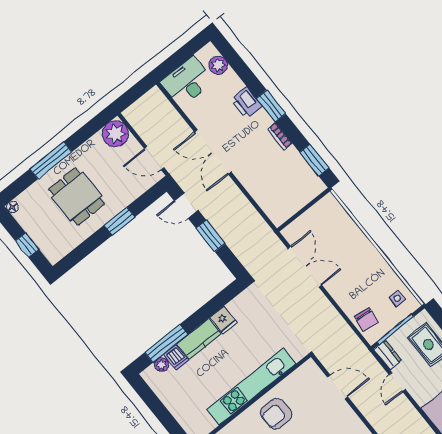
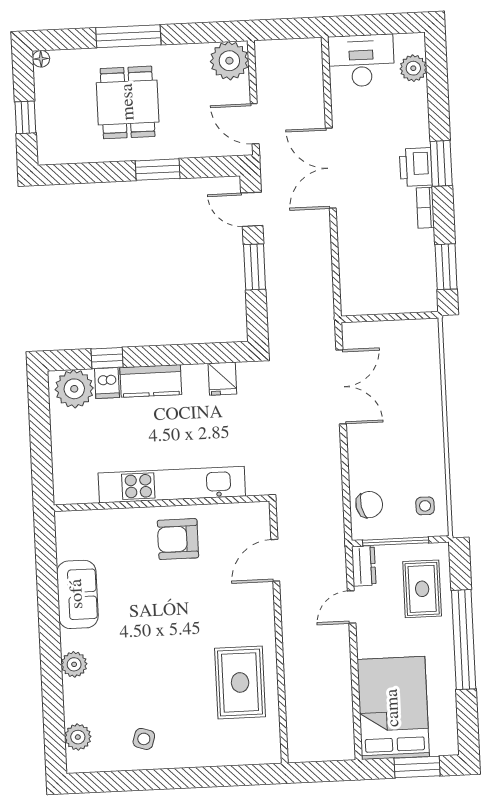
printer: (246, 103) -> (416, 167), moved
fridge: (223, 320) -> (222, 379), moved
chair: (366, 320) -> (369, 505), turned -109
window: (166, 343) -> (107, 358), width x0.46
plant: (162, 365) -> (74, 389), width x1.87, depth x1.87
door: (337, 387) -> (275, 560), swing flipped

